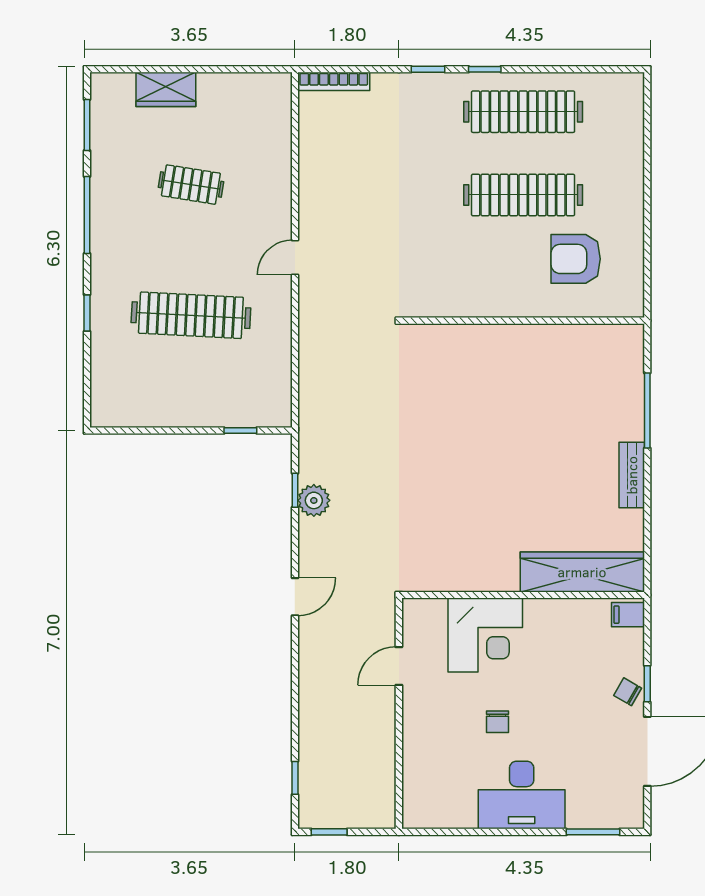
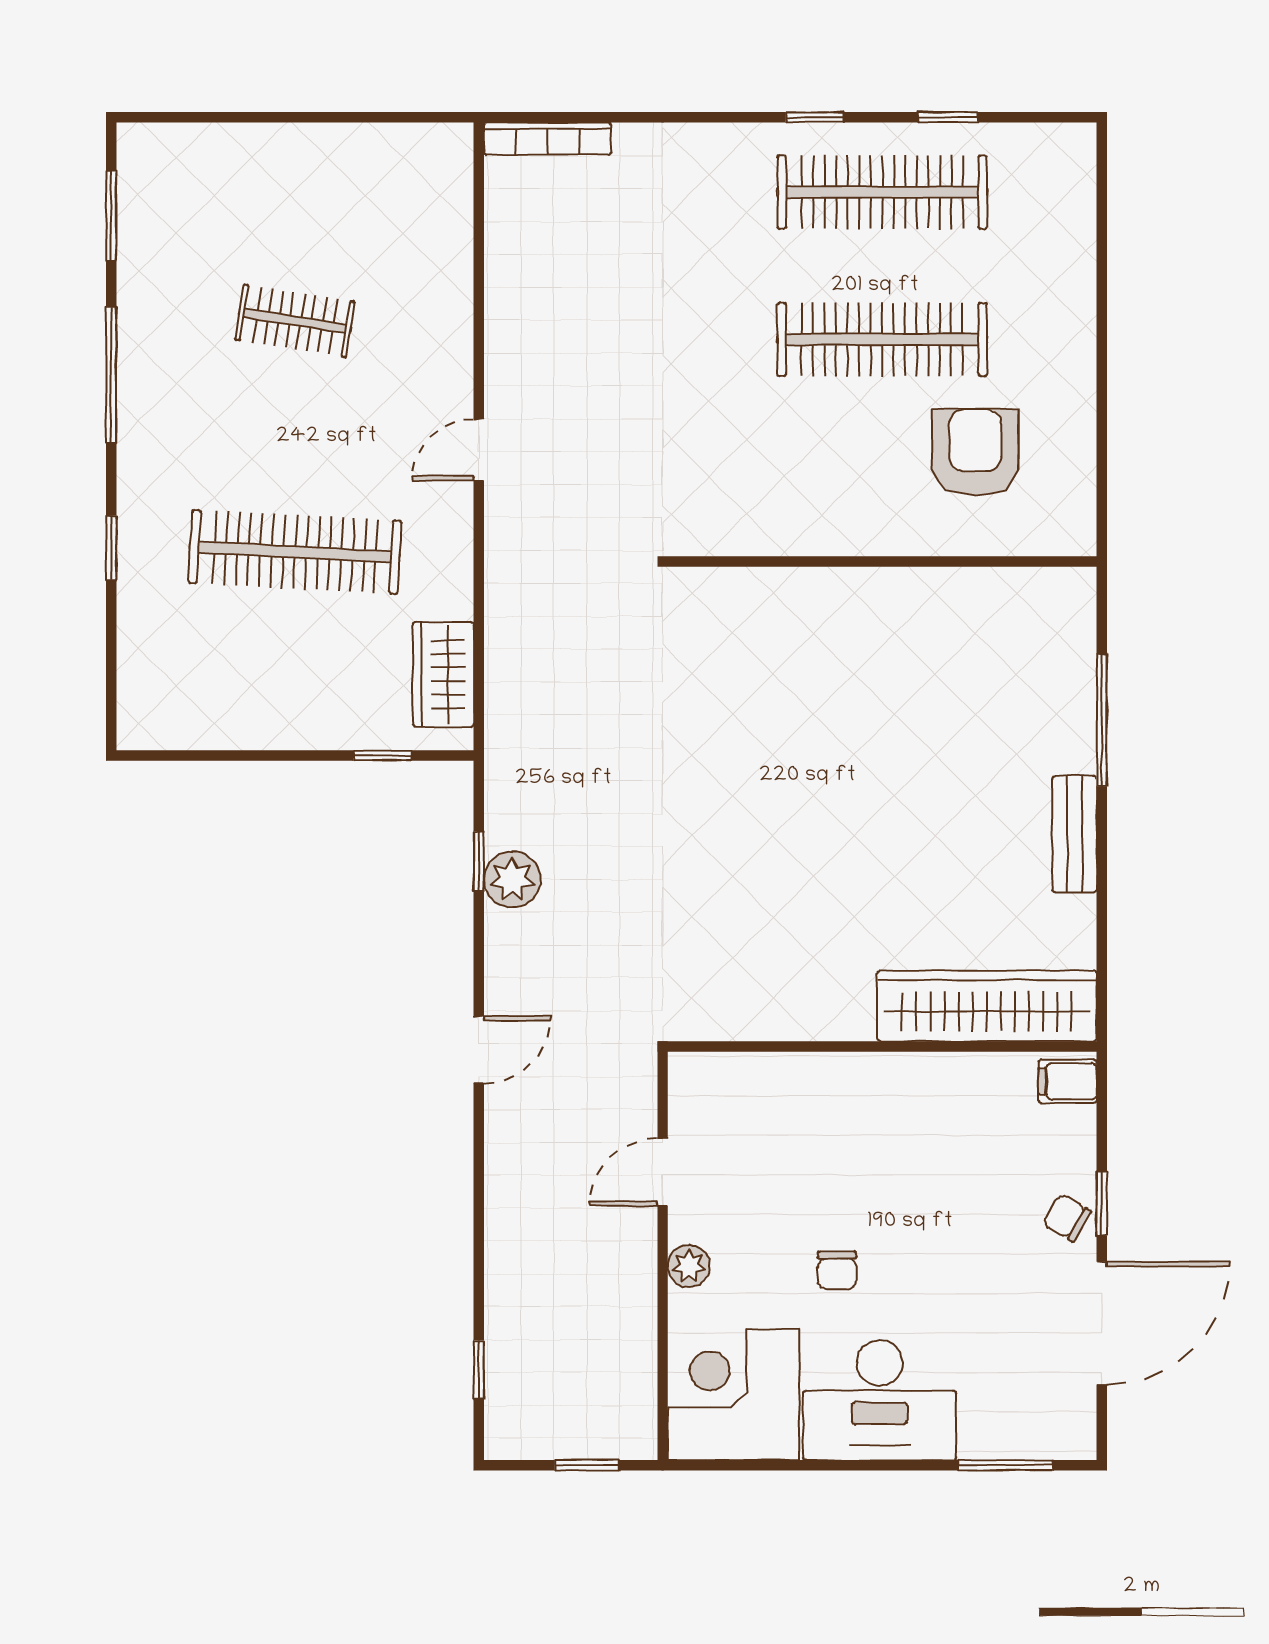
window: (428, 69) -> (948, 117), moved
wardrobe: (166, 89) -> (443, 674), moved, turned 90
armchair: (576, 259) -> (975, 452), turned 90
corner desk: (485, 635) -> (733, 1394), moved, turned 180
plant: (414, 719) -> (689, 1266), added
window: (329, 832) -> (587, 1465), moved

